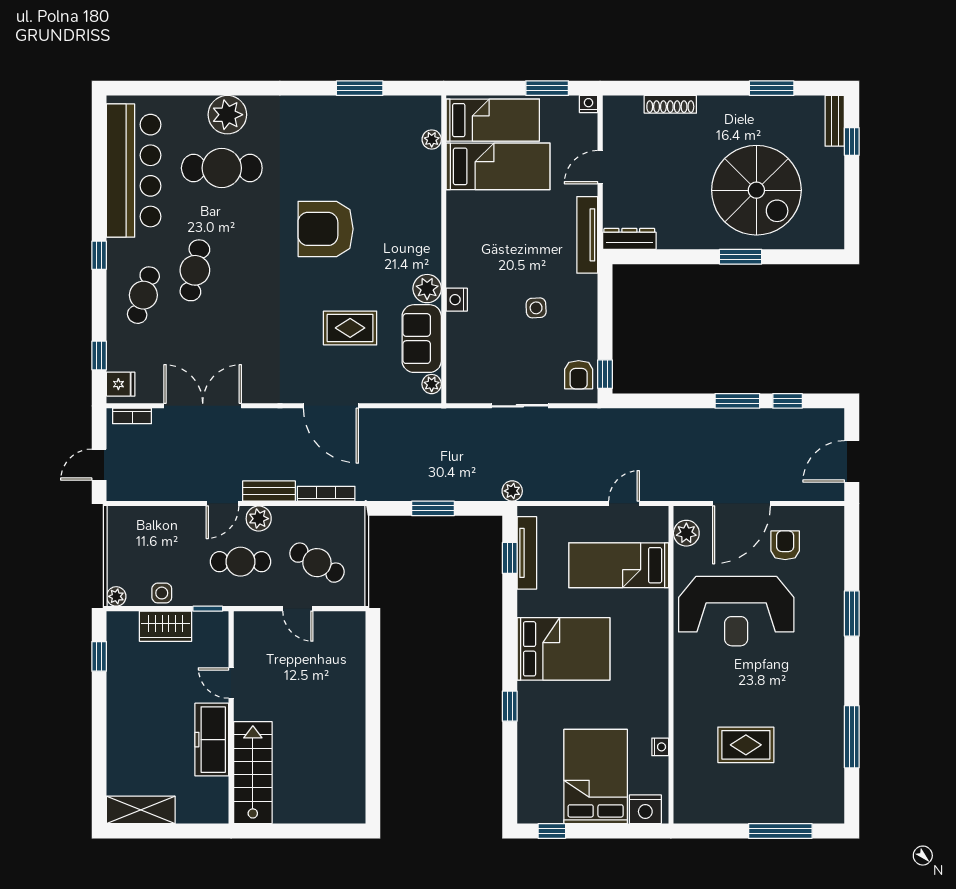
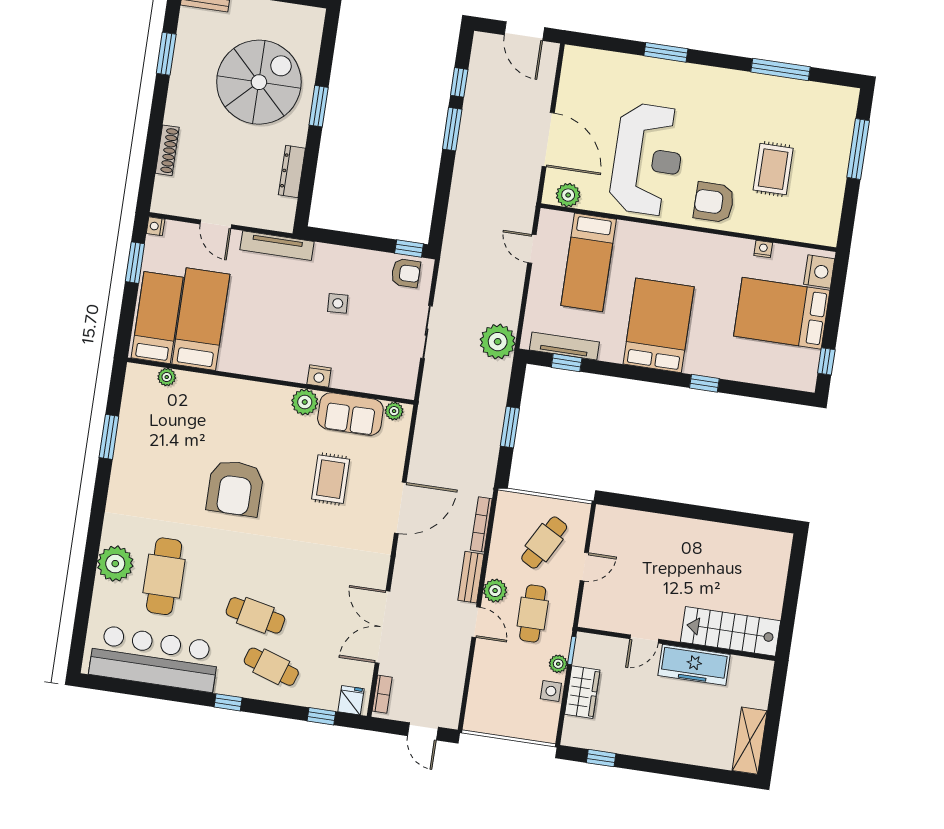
dresser: (629, 239) -> (292, 172), moved
plant: (512, 491) -> (498, 342), width x1.87, depth x1.87
armchair: (785, 545) -> (714, 202), moved, width x1.38, depth x1.38
plant: (116, 596) -> (558, 664), moved

